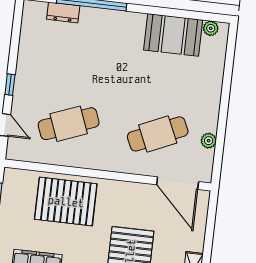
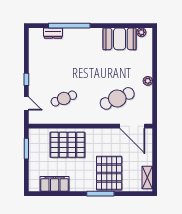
cafe table: (69, 124) -> (64, 98), width x0.73, depth x0.74
plant: (209, 141) -> (148, 81), moved

